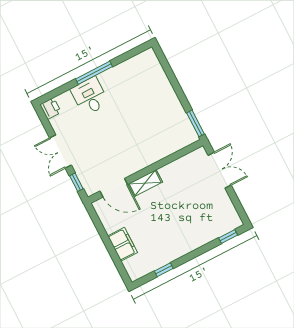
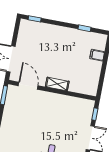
door: (114, 188) -> (28, 86), moved
filing cabinet: (123, 244) -> (97, 55), width x0.50

